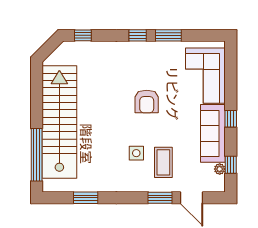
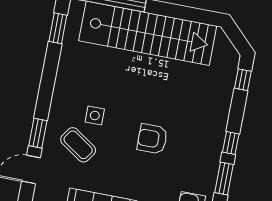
coffee table: (163, 162) -> (78, 145), turned 34
window: (86, 198) -> (58, 28), moved

